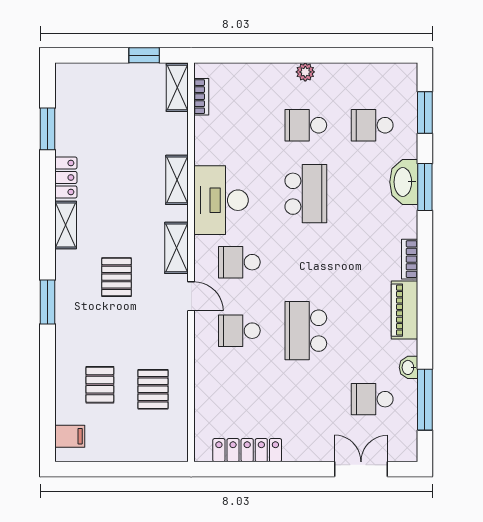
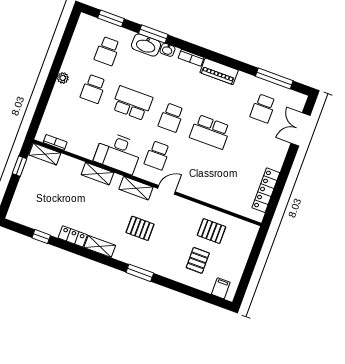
window: (48, 129) -> (41, 237), width x0.67
school desk: (239, 331) -> (171, 118), moved
washbasin: (408, 367) -> (167, 50), moved
pallet: (100, 385) -> (198, 260), turned 90

